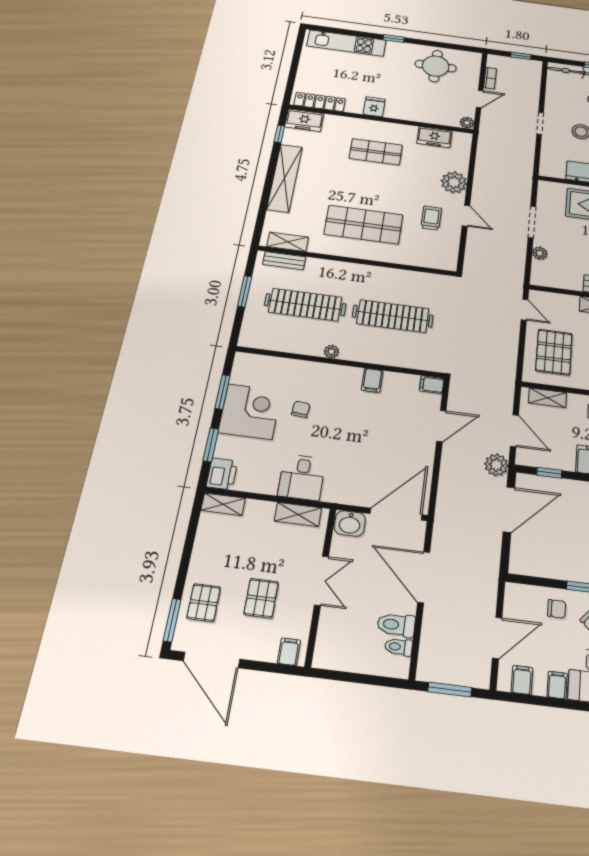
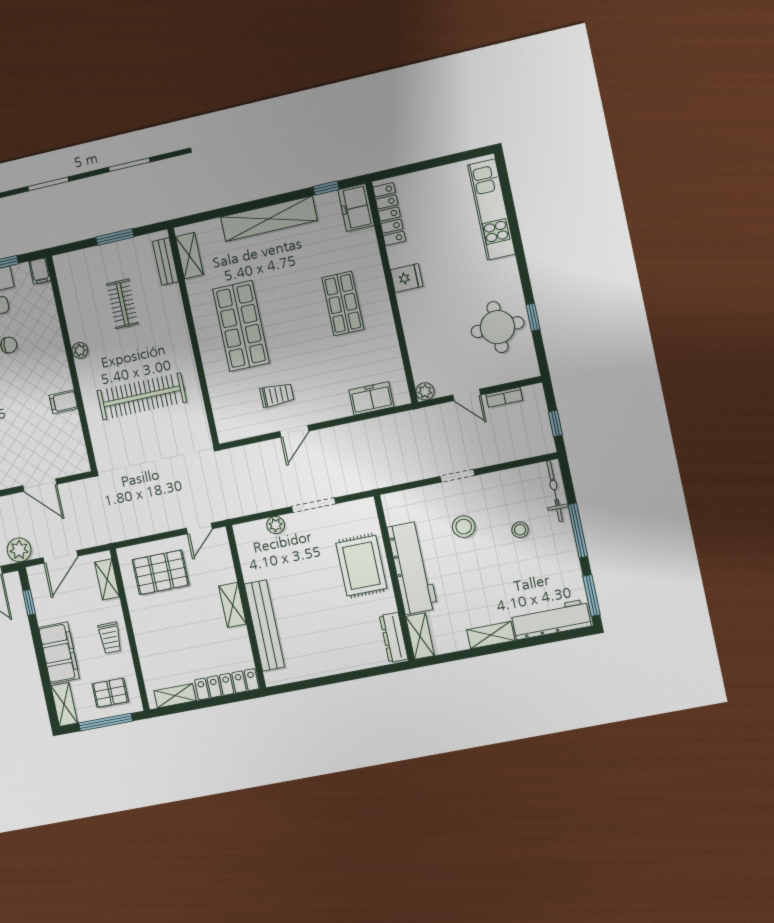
window: (394, 39) -> (533, 317), moved
freezer: (434, 137) -> (371, 398), moved, turned 90
plant: (454, 182) -> (334, 404), removed
clothes rail: (305, 305) -> (122, 304), width x0.54, depth x0.76
clothes rail: (393, 316) -> (142, 396), turned 90
filing cabinet: (432, 385) -> (40, 271), moved, turned 180

